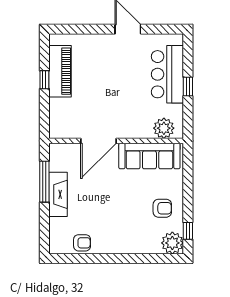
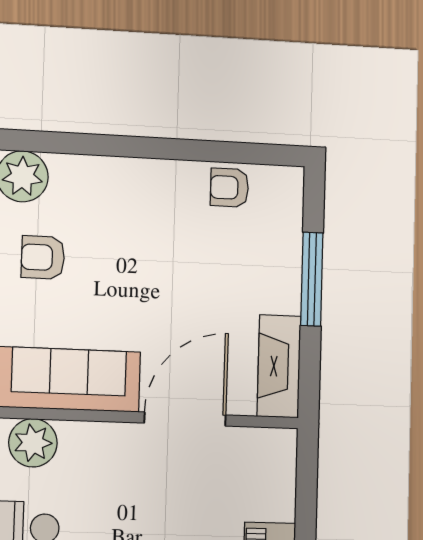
window: (44, 182) -> (312, 279), moved
fireplace: (58, 194) -> (279, 366), moved

